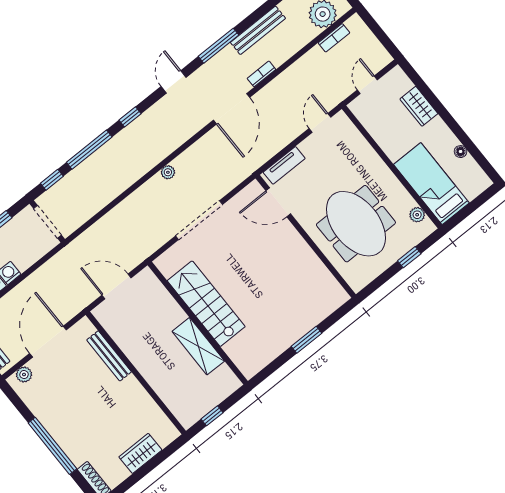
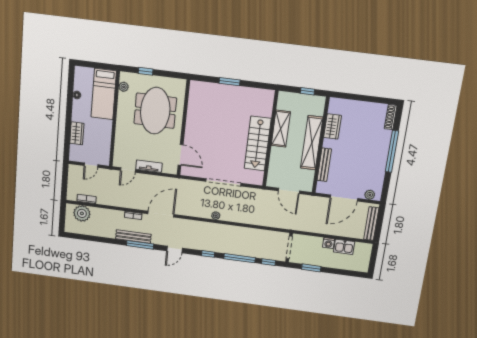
bench: (258, 30) -> (133, 237), moved
tv unit: (284, 165) -> (149, 166), moved
shelving: (148, 366) -> (312, 143), added
wardrobe: (140, 453) -> (332, 126), moved, turned -90

